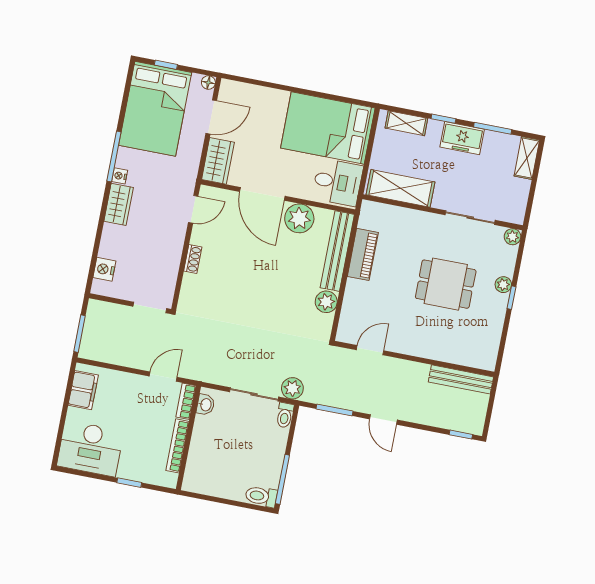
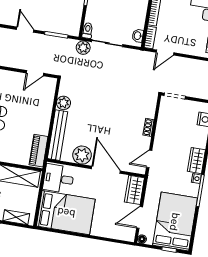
piano: (363, 254) -> (38, 151), moved

